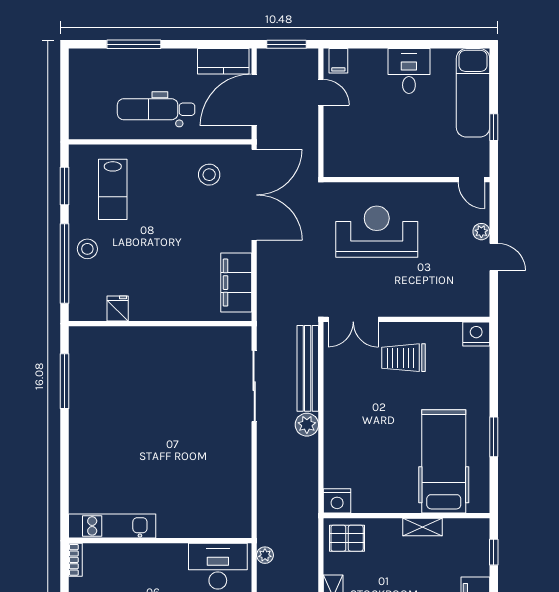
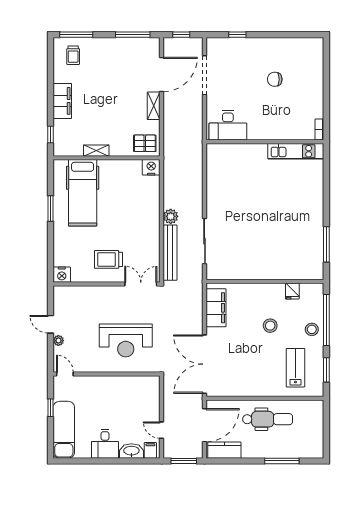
washbasin: (368, 60) -> (131, 451), added
stool: (209, 175) -> (270, 326), moved
trolley: (404, 358) -> (108, 259), turned 180
plant: (265, 555) -> (198, 133), removed

